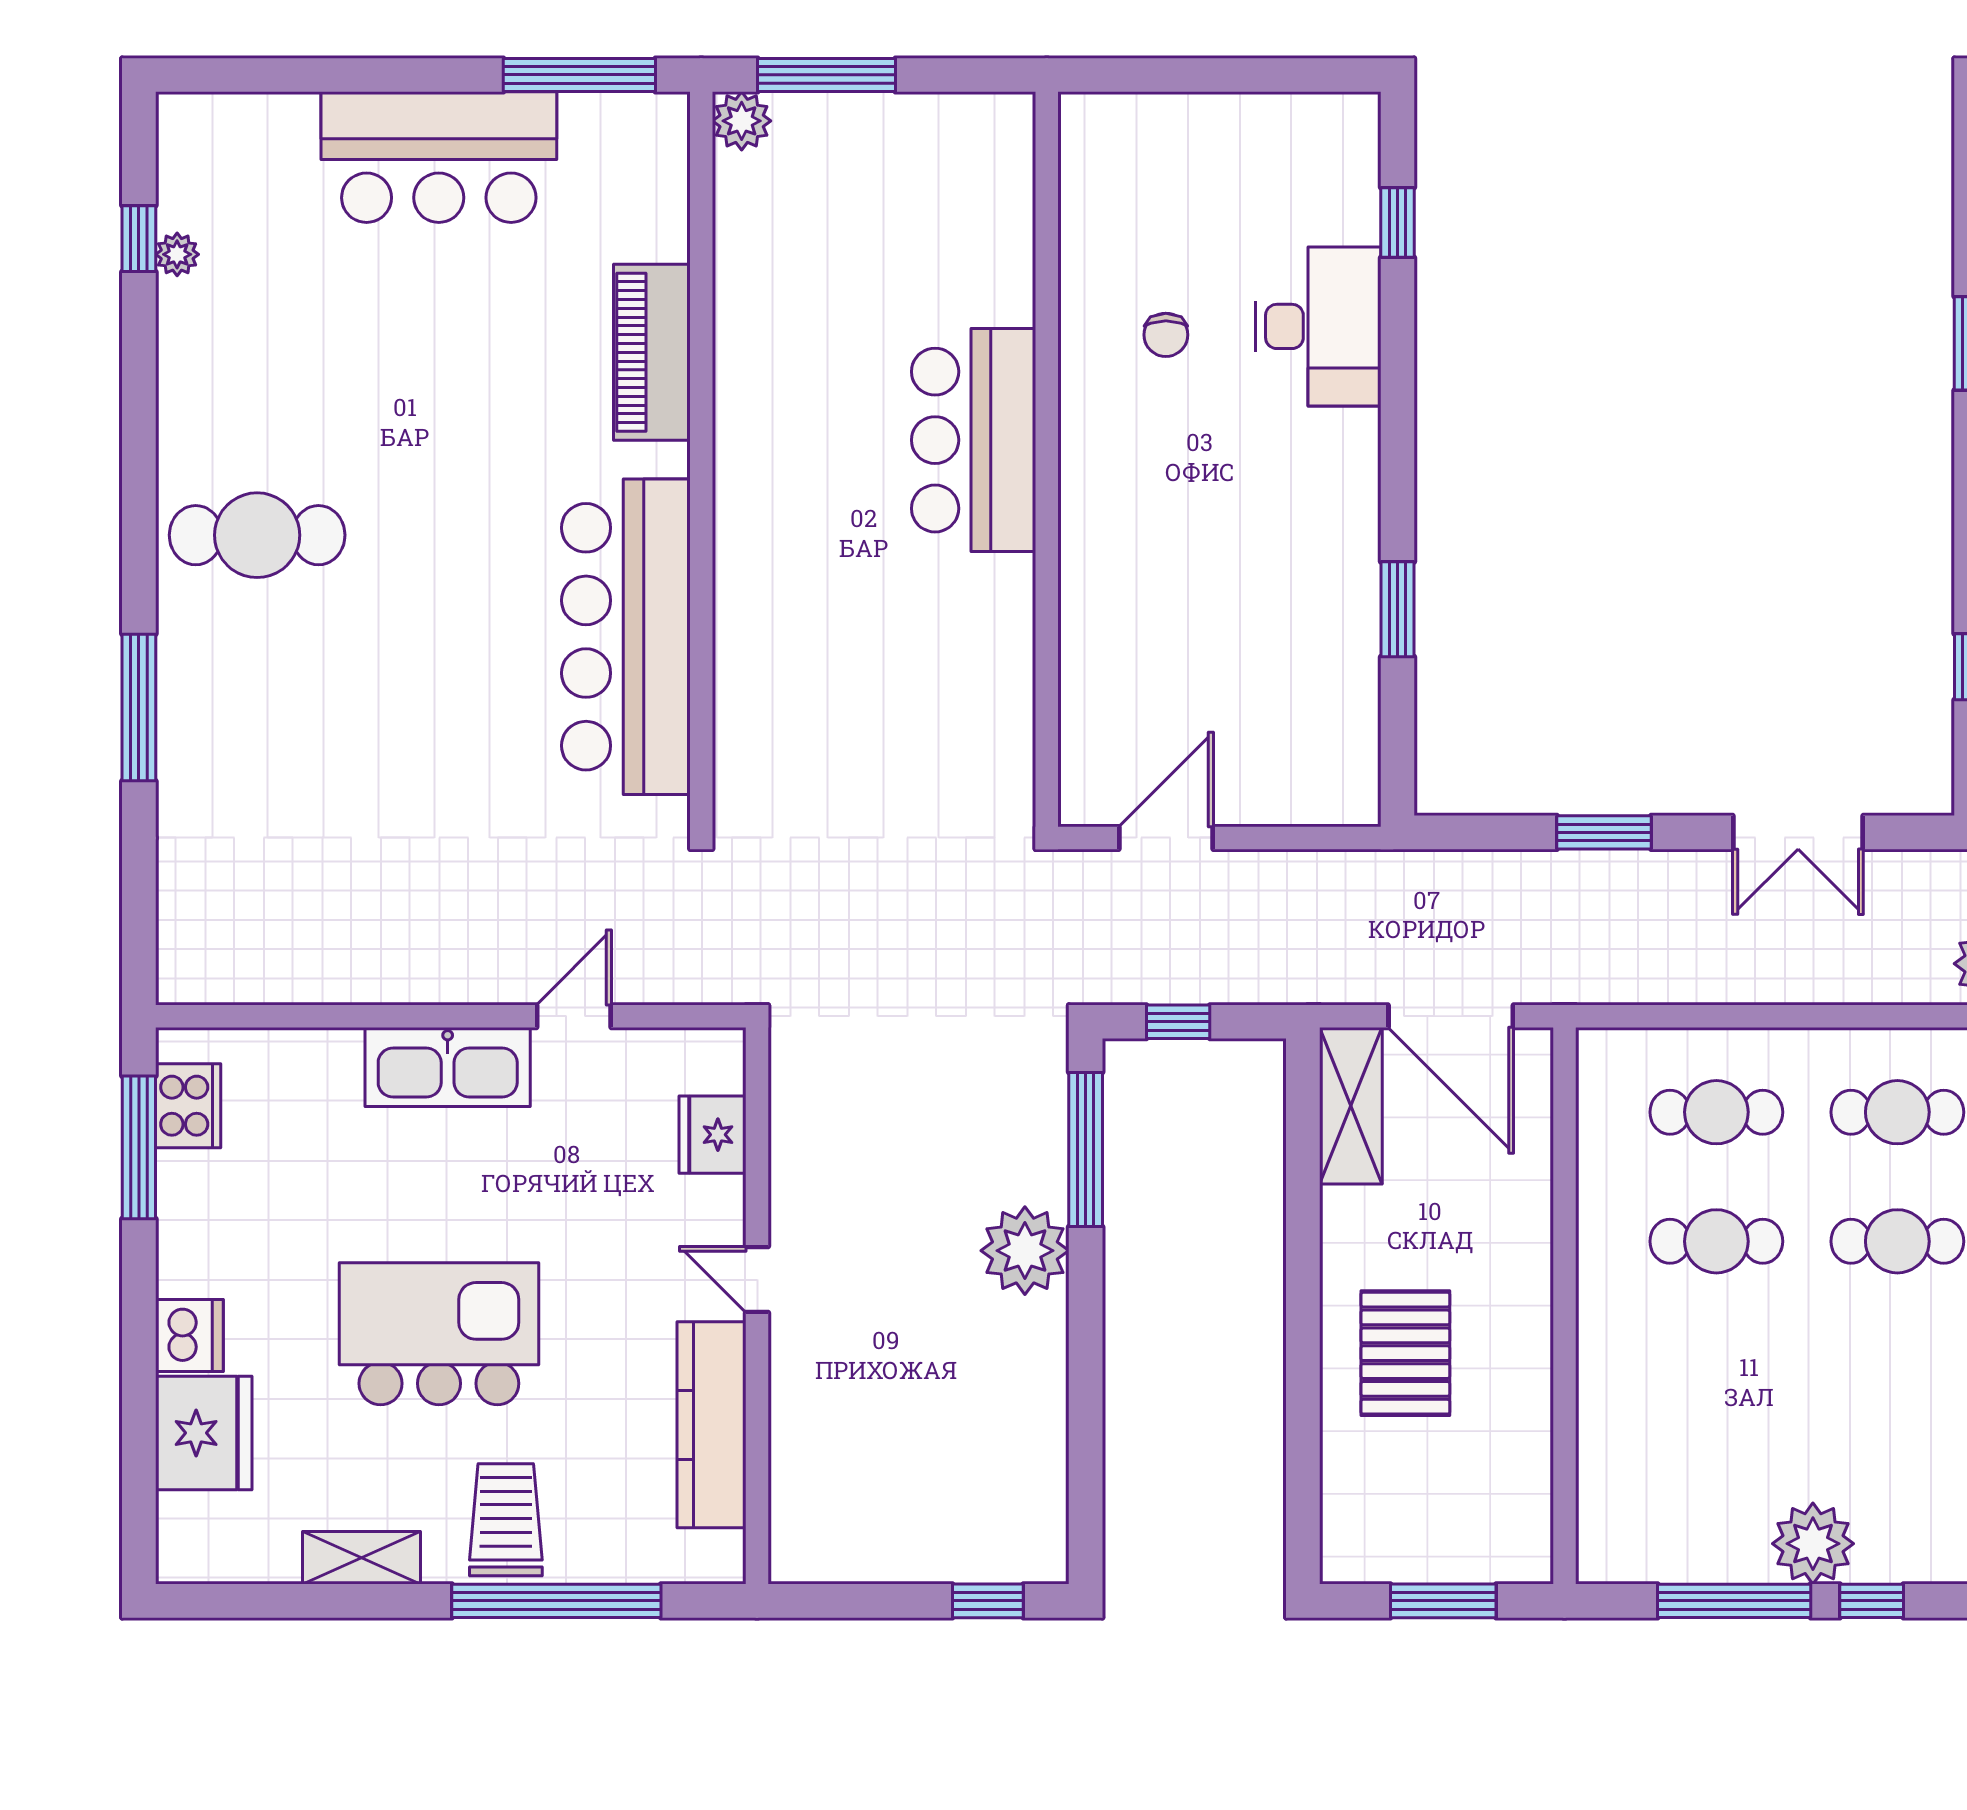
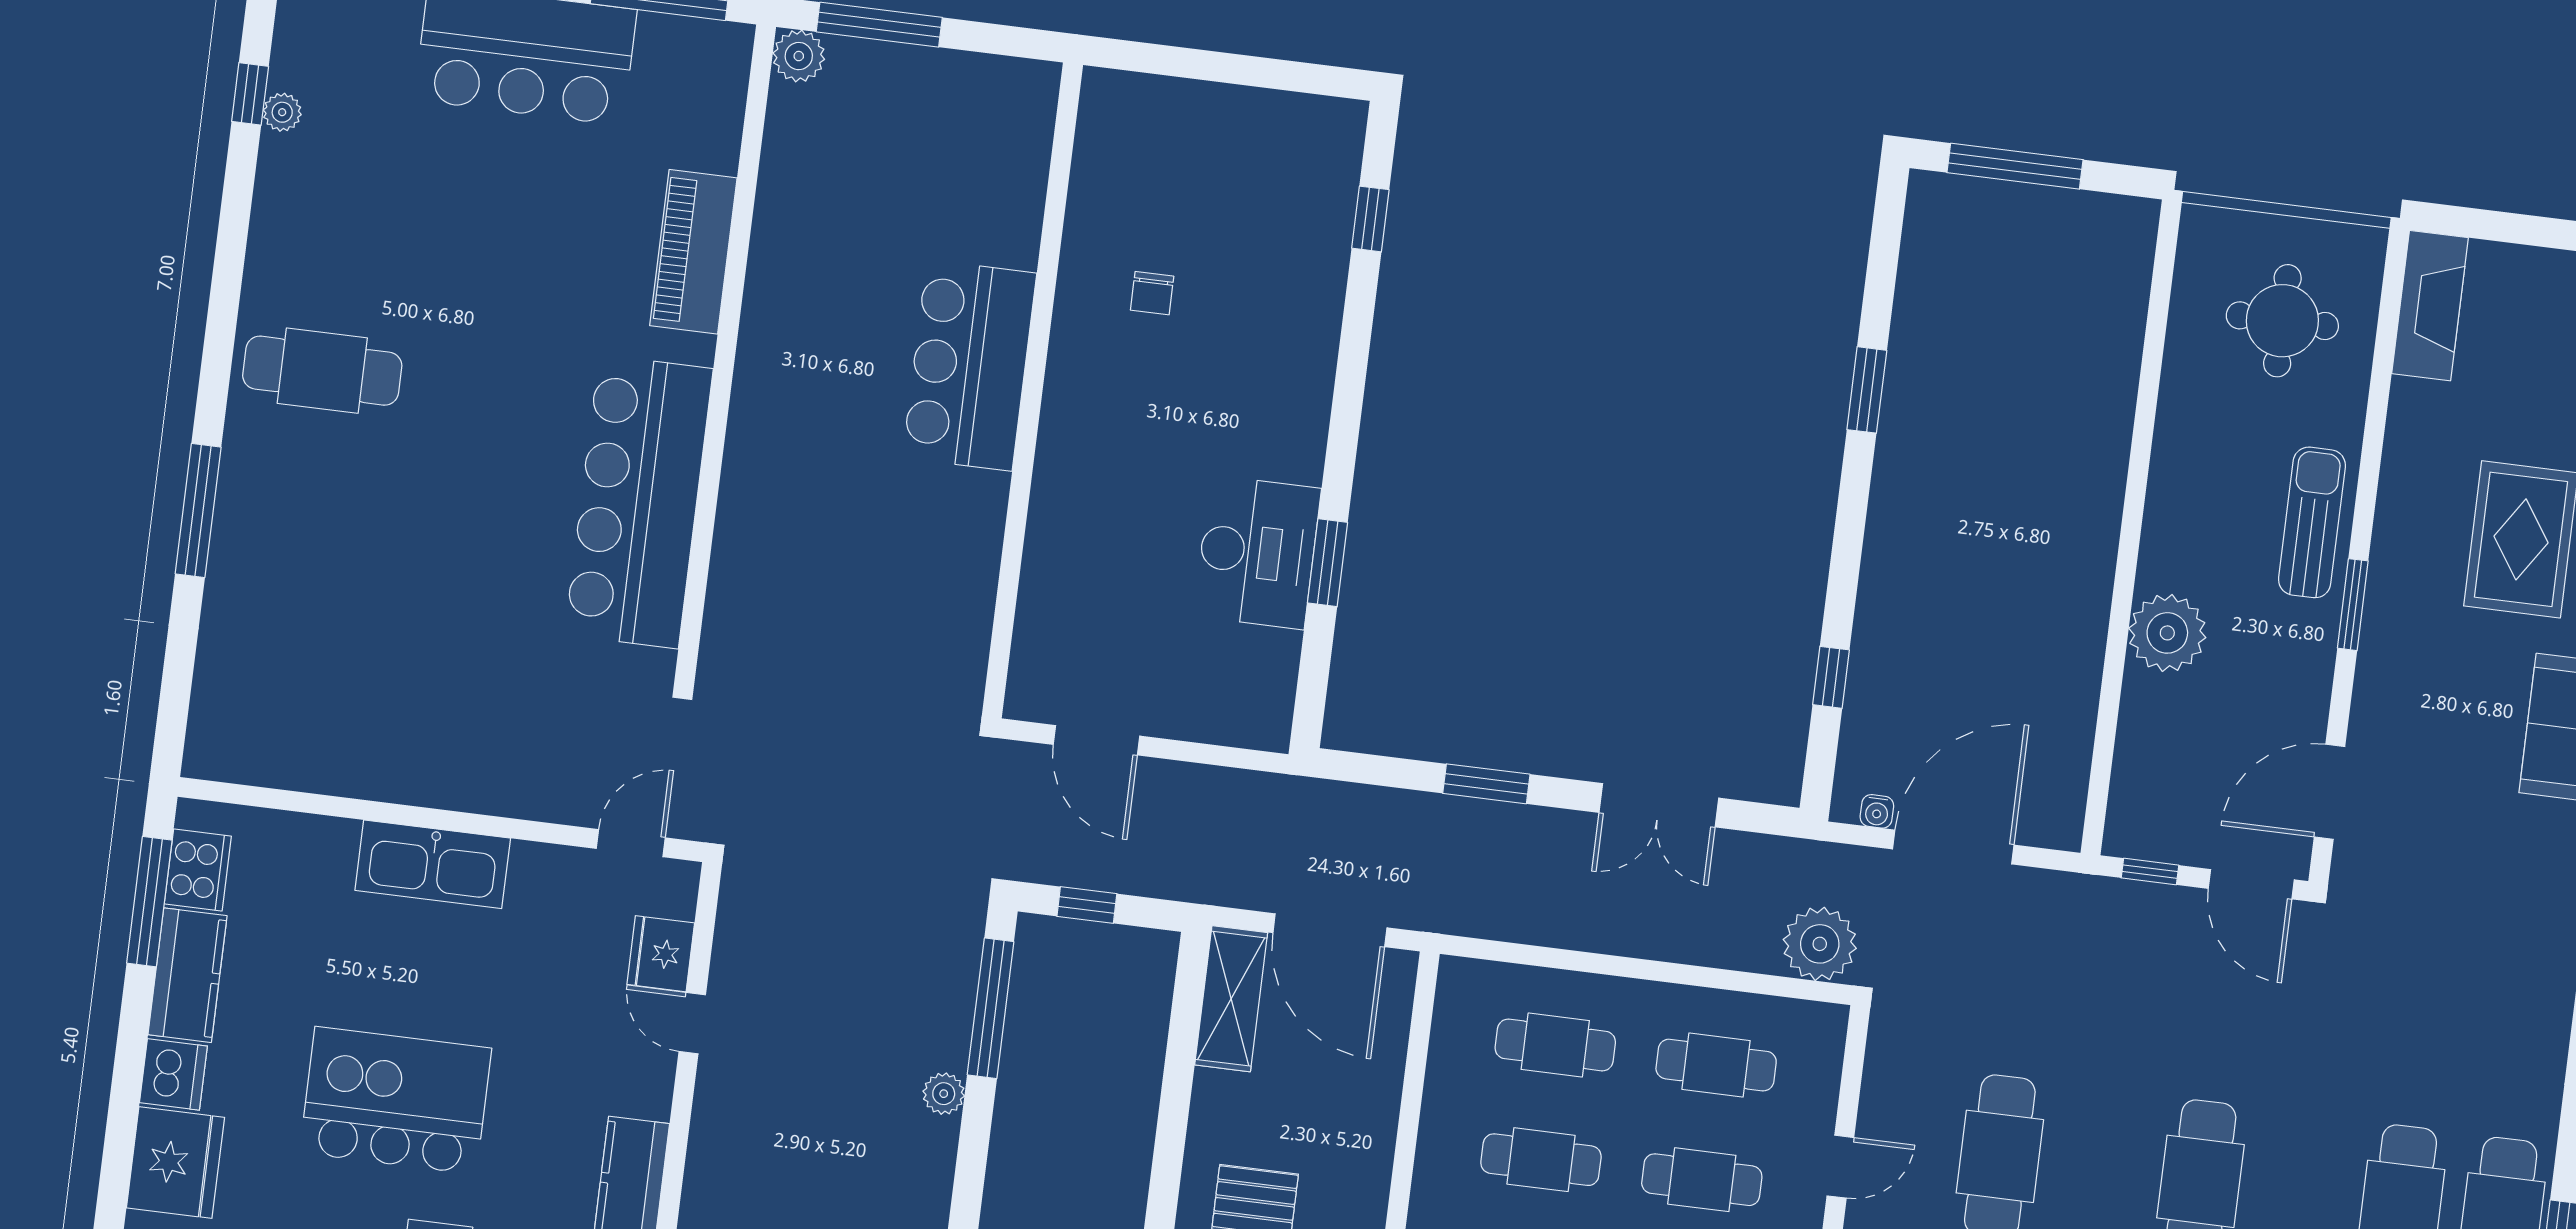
desk: (1318, 326) -> (1257, 552), moved
door: (1166, 838) -> (1096, 740), swing flipped
door: (574, 1016) -> (631, 843), moved
kitchen counter: (191, 1224) -> (188, 975), added
plant: (1025, 1251) -> (944, 1094), width x0.53, depth x0.53
door: (757, 1279) -> (692, 1023), moved

